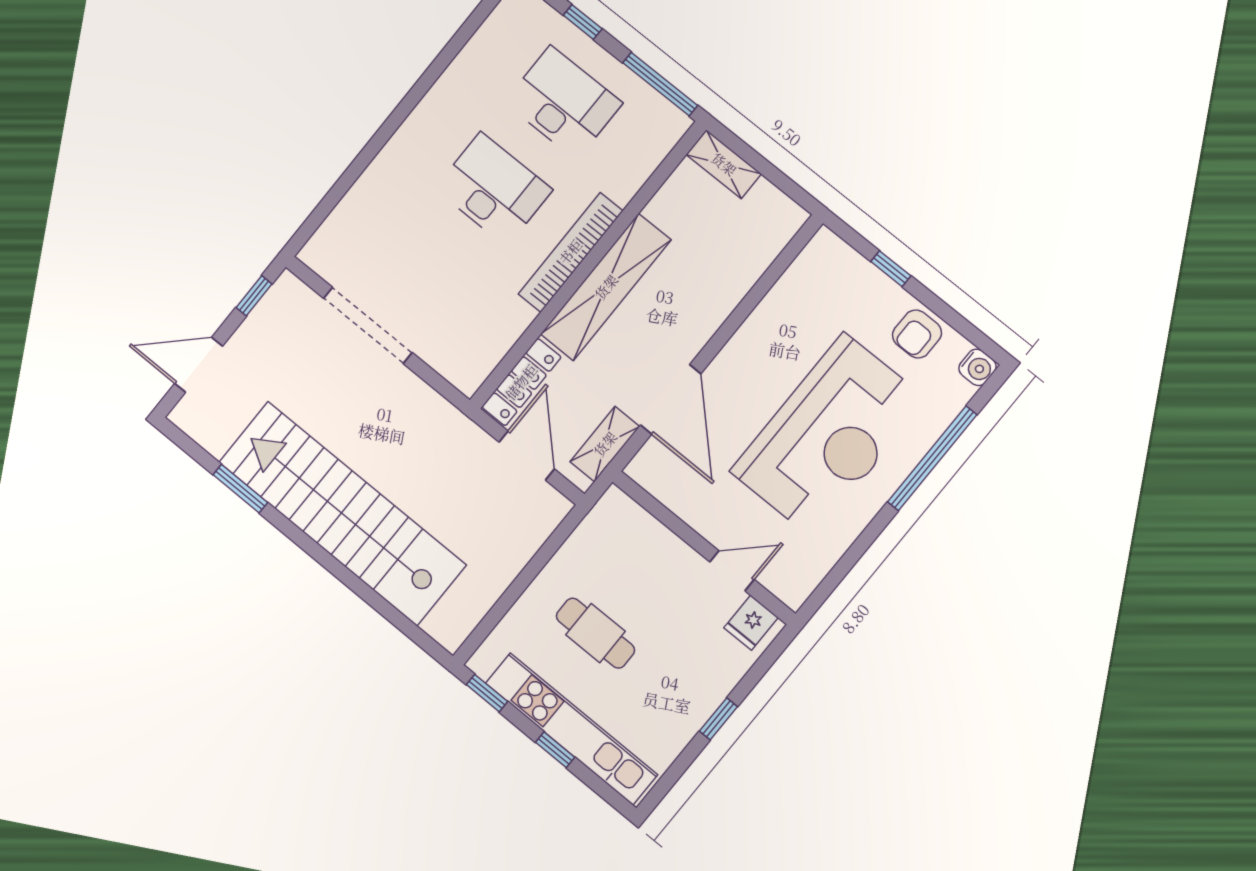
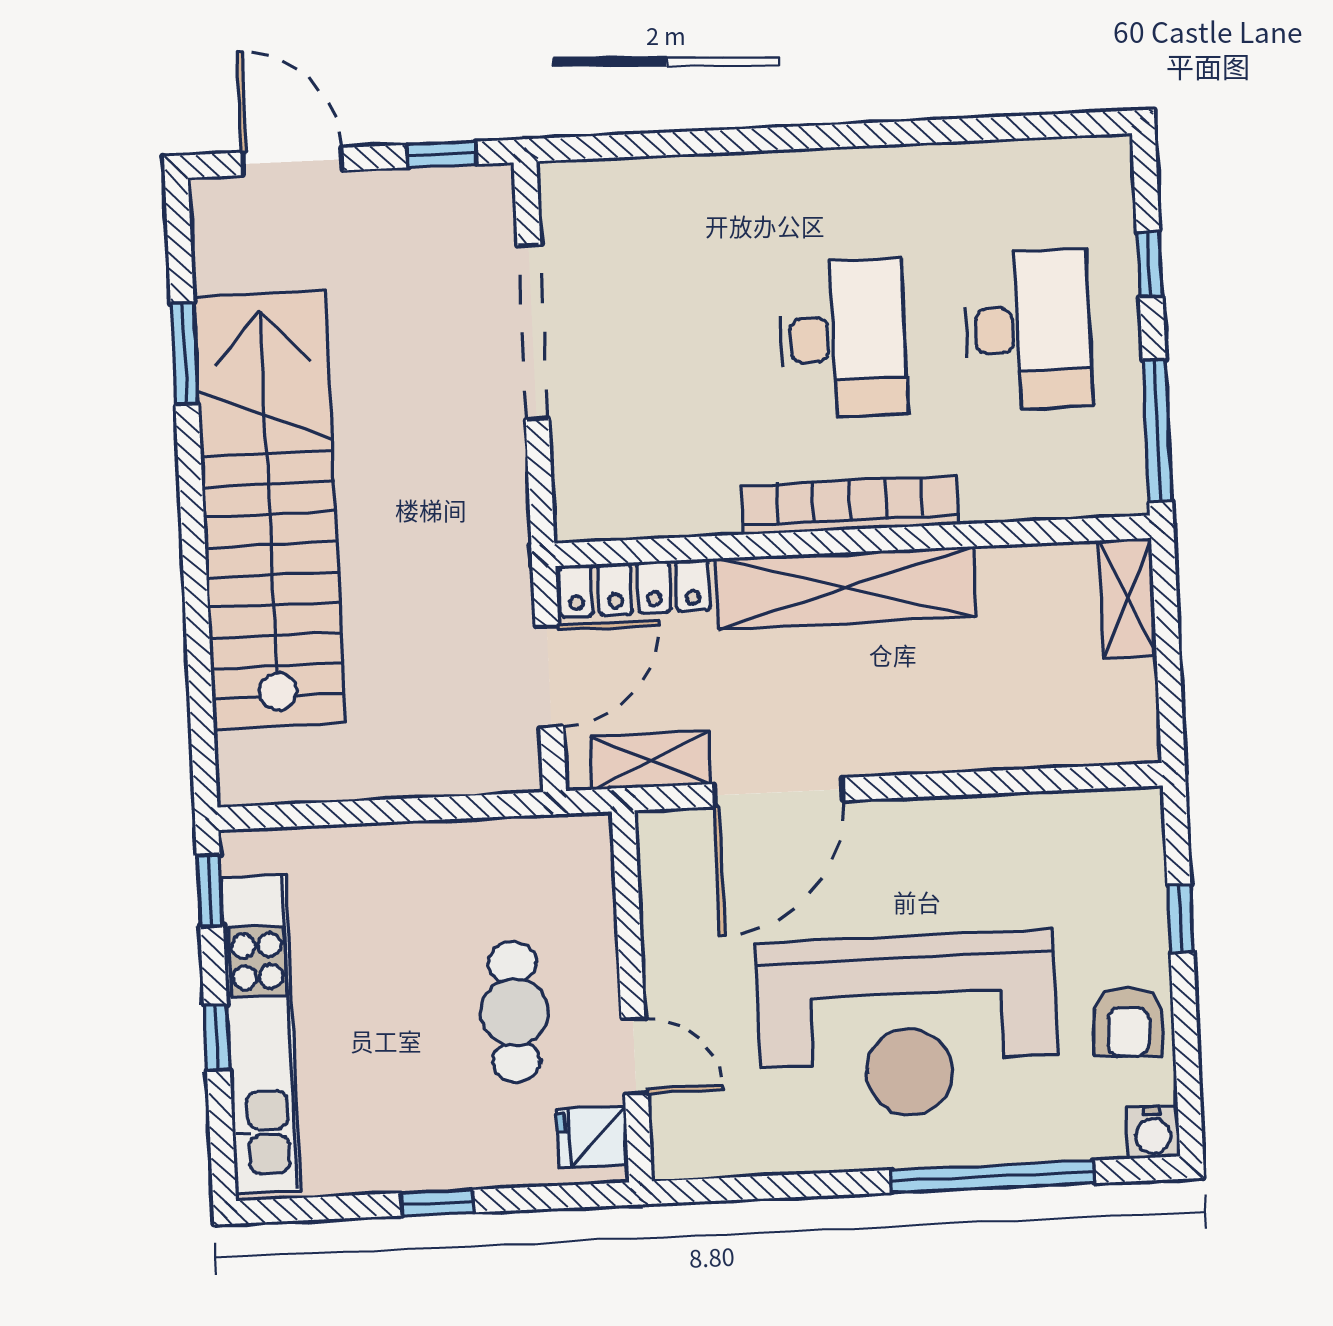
armchair: (917, 334) -> (1128, 1022), turned -87
cafe table: (595, 633) -> (514, 1012), moved

